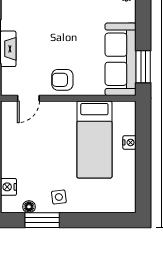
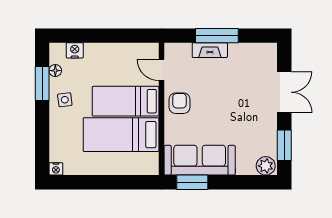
bed: (60, 135) -> (126, 101), added
nightstand: (129, 142) -> (56, 169), moved

